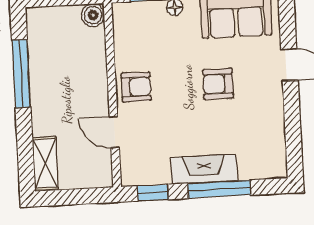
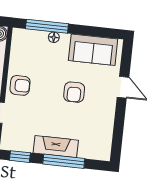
armchair: (218, 84) -> (74, 92), turned -90

